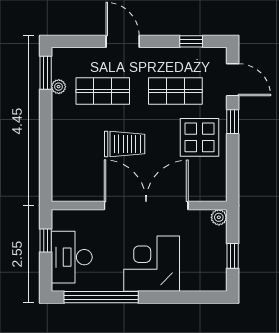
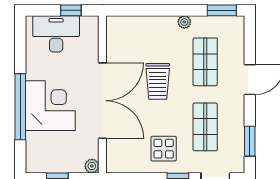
window: (191, 41) -> (250, 141), width x1.50
plant: (59, 87) -> (184, 22), moved
display table: (199, 137) -> (164, 149), width x0.73, depth x0.73
window: (101, 297) -> (20, 107), moved

